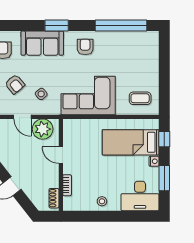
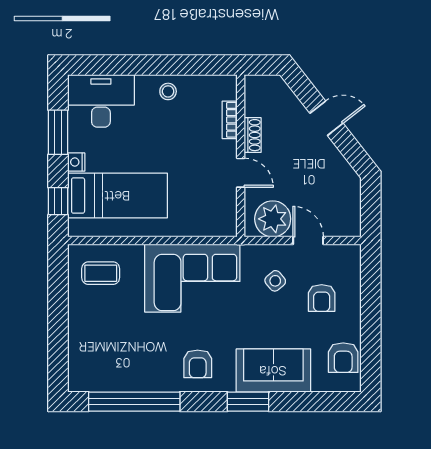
armchair: (15, 84) -> (322, 298), turned -140
shoe rack: (54, 198) -> (253, 135), moved

